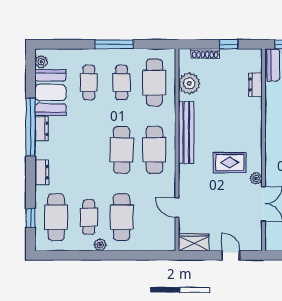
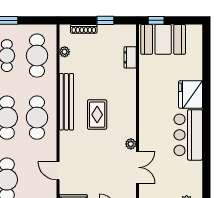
plant: (189, 83) -> (65, 52), width x0.53, depth x0.53
rug: (230, 163) -> (97, 115), moved, turned 90

